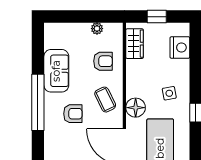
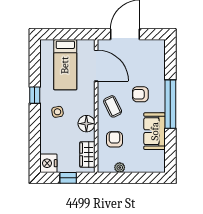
nightstand: (180, 47) -> (48, 163), moved
armchair: (103, 61) -> (115, 139), turned 90
floor lamp: (136, 108) -> (86, 124), moved

